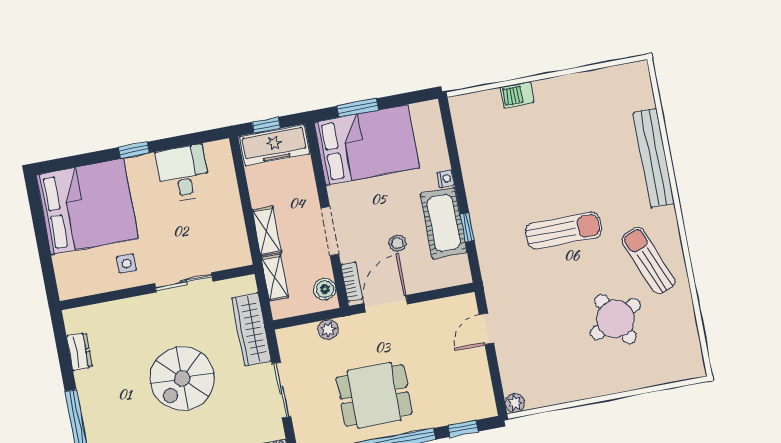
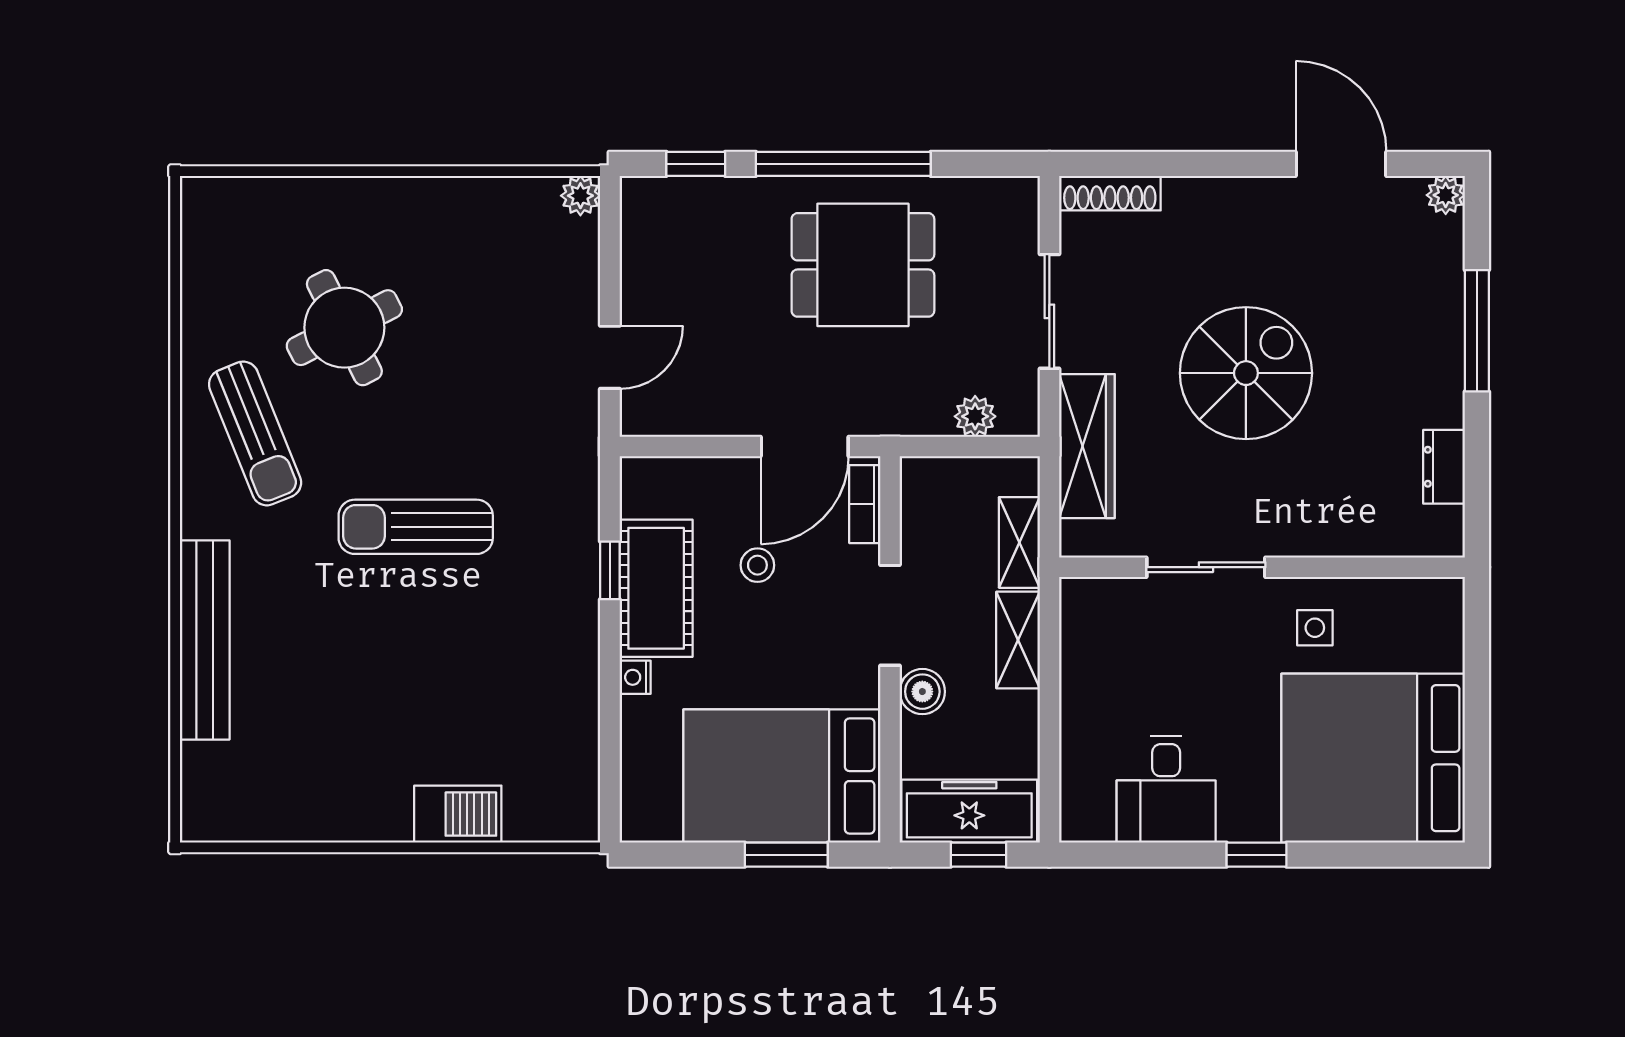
barbecue: (517, 95) -> (458, 814), width x1.38, depth x1.27
boiler: (325, 289) -> (922, 692), moved
plant: (328, 330) -> (975, 416), moved

